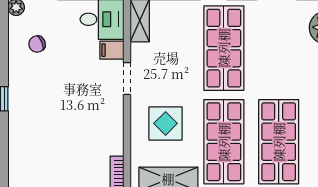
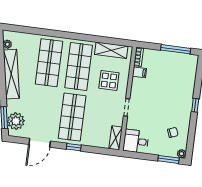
filing cabinet: (112, 50) -> (139, 72), moved

